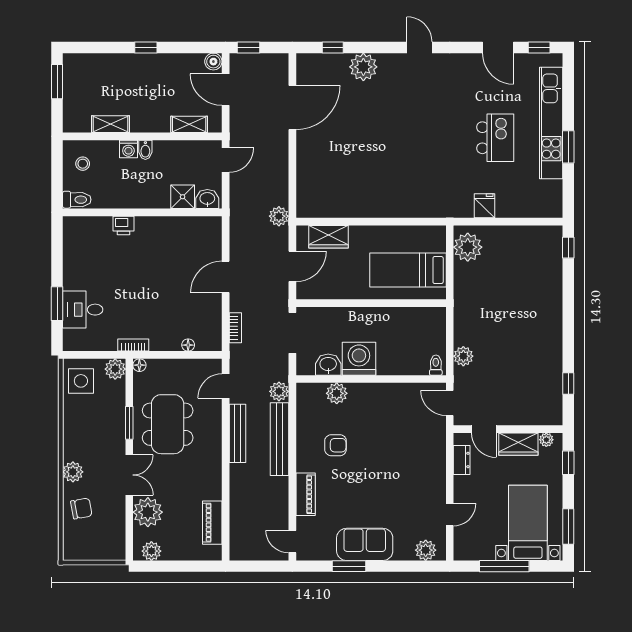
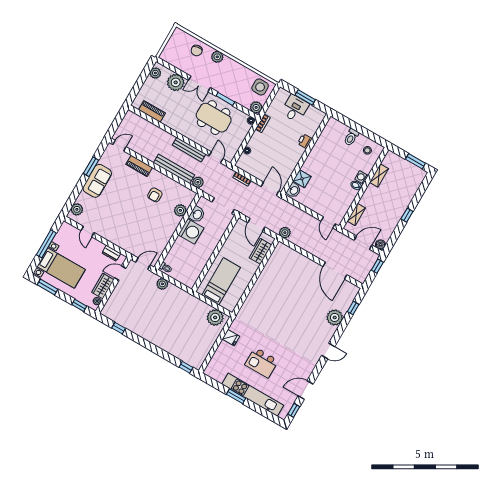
shower: (183, 197) -> (302, 179), moved
washbasin: (207, 199) -> (294, 190), moved
wall: (142, 212) -> (306, 154), moved
printer: (123, 225) -> (305, 141), moved

